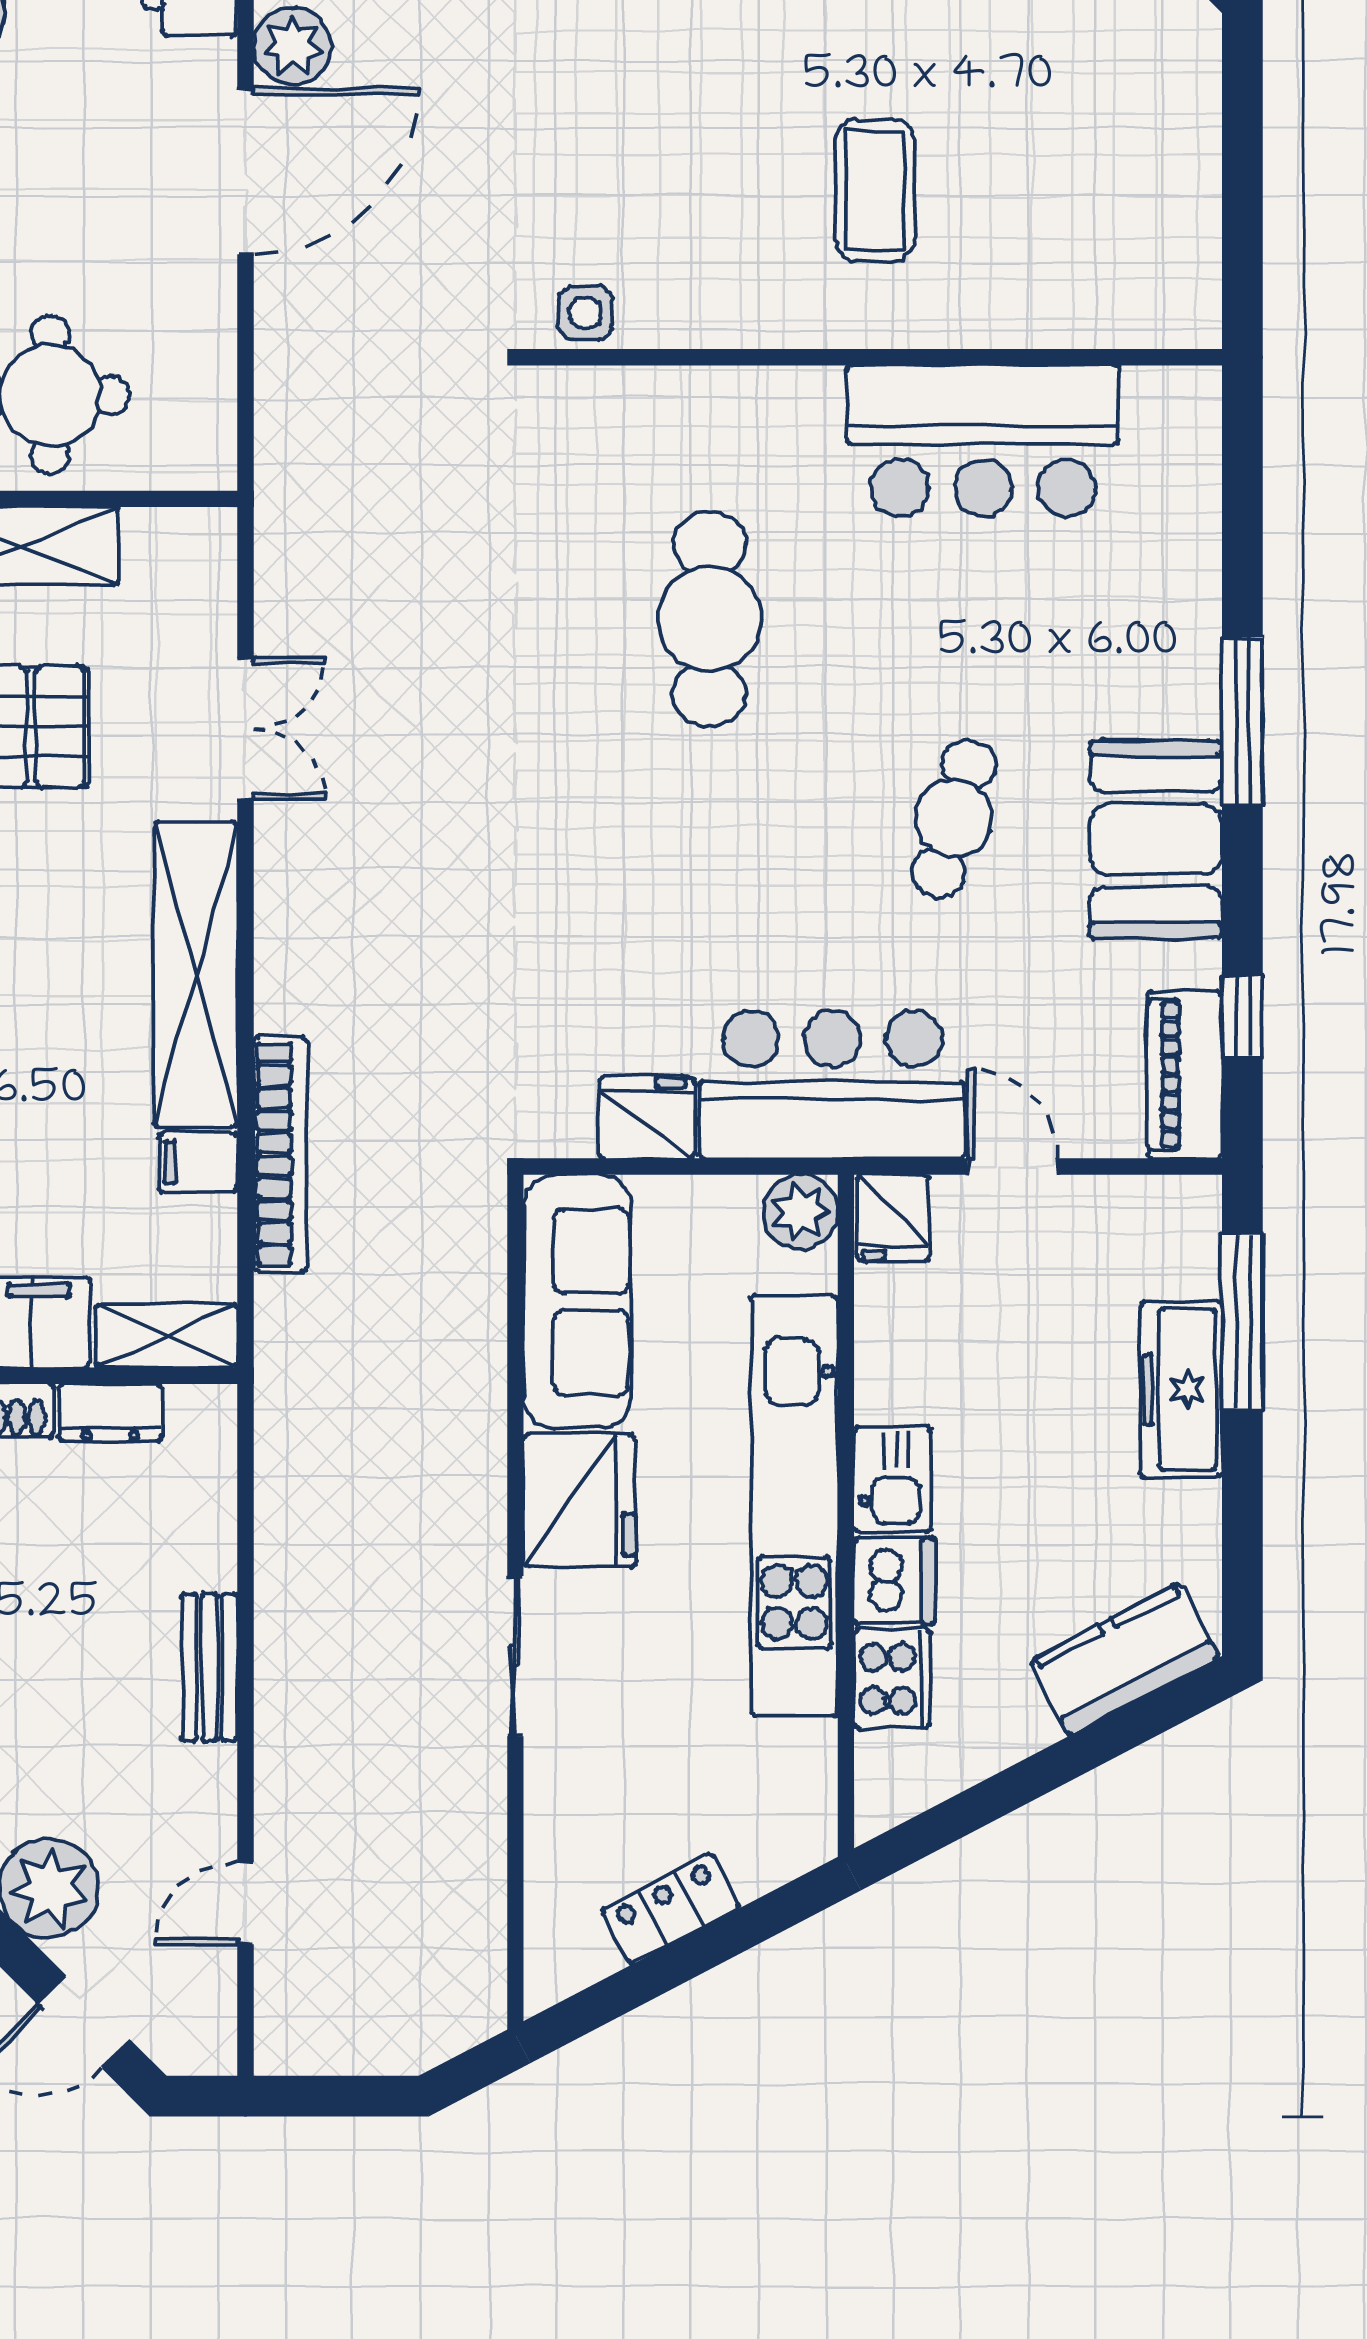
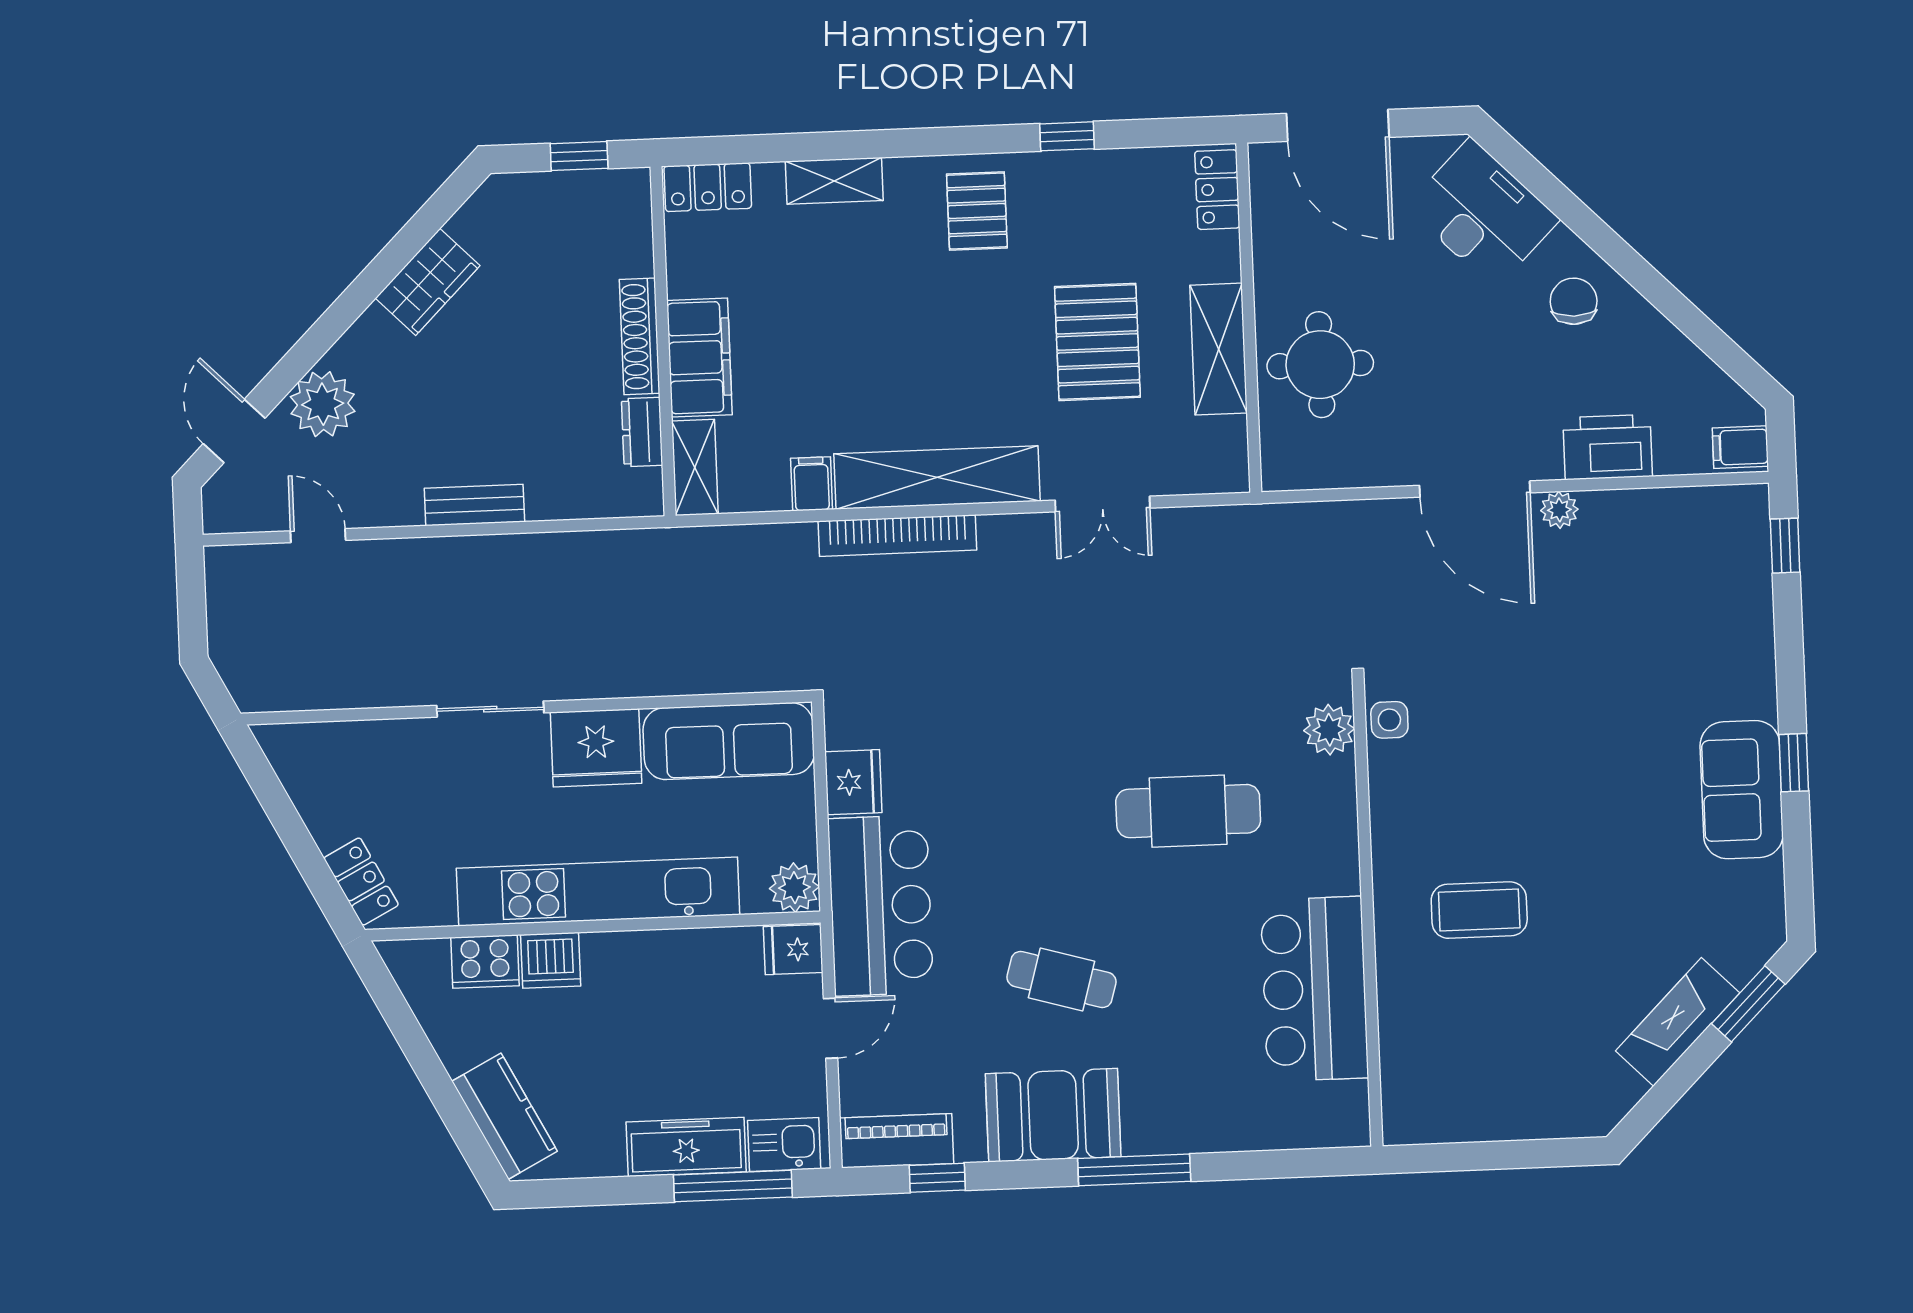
plant: (292, 46) -> (1559, 510), width x0.73, depth x0.73
plant: (596, 403) -> (1329, 730), added
bookcase: (280, 1154) -> (897, 536), moved
kitchen sink: (892, 1479) -> (784, 1145), moved, turned 180
locker: (671, 1909) -> (361, 881), moved

